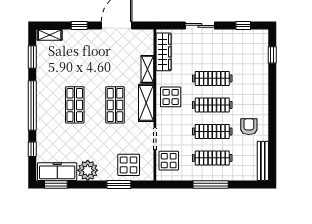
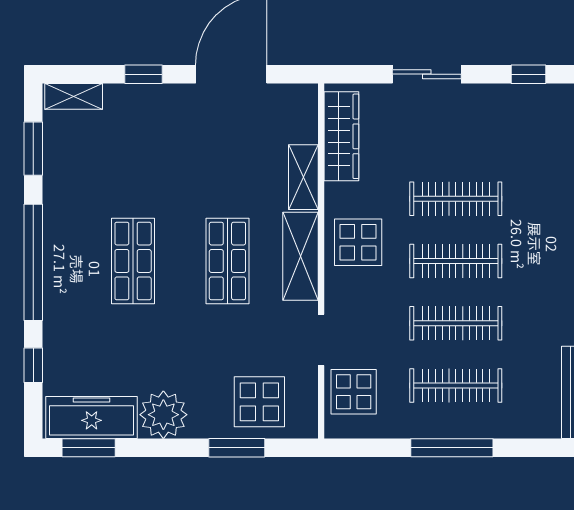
armchair: (249, 127) -> (542, 312), removed

